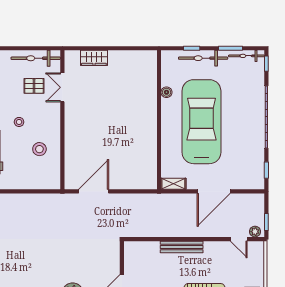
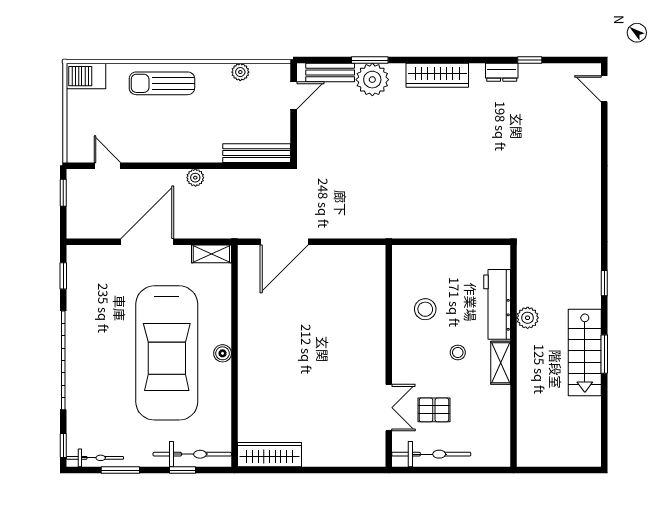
wardrobe: (94, 58) -> (269, 455), moved, width x1.50
bicycle: (203, 58) -> (192, 454), moved
boiler: (166, 92) -> (223, 353), moved
door: (94, 191) -> (284, 242), moved
plant: (255, 232) -> (195, 178), moved
bench: (182, 247) -> (257, 153), moved

